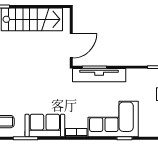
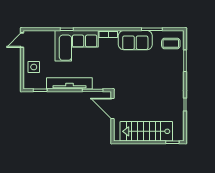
door: (71, 46) -> (113, 109), hinge flipped
tv unit: (99, 75) -> (69, 83), moved

